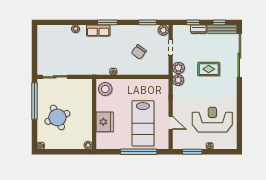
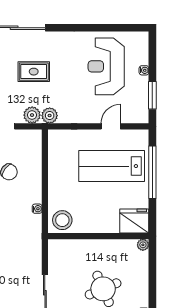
rug: (209, 69) -> (34, 72), turned 90
fridge: (105, 122) -> (134, 221), moved
lab bench: (143, 123) -> (112, 166), turned 180

